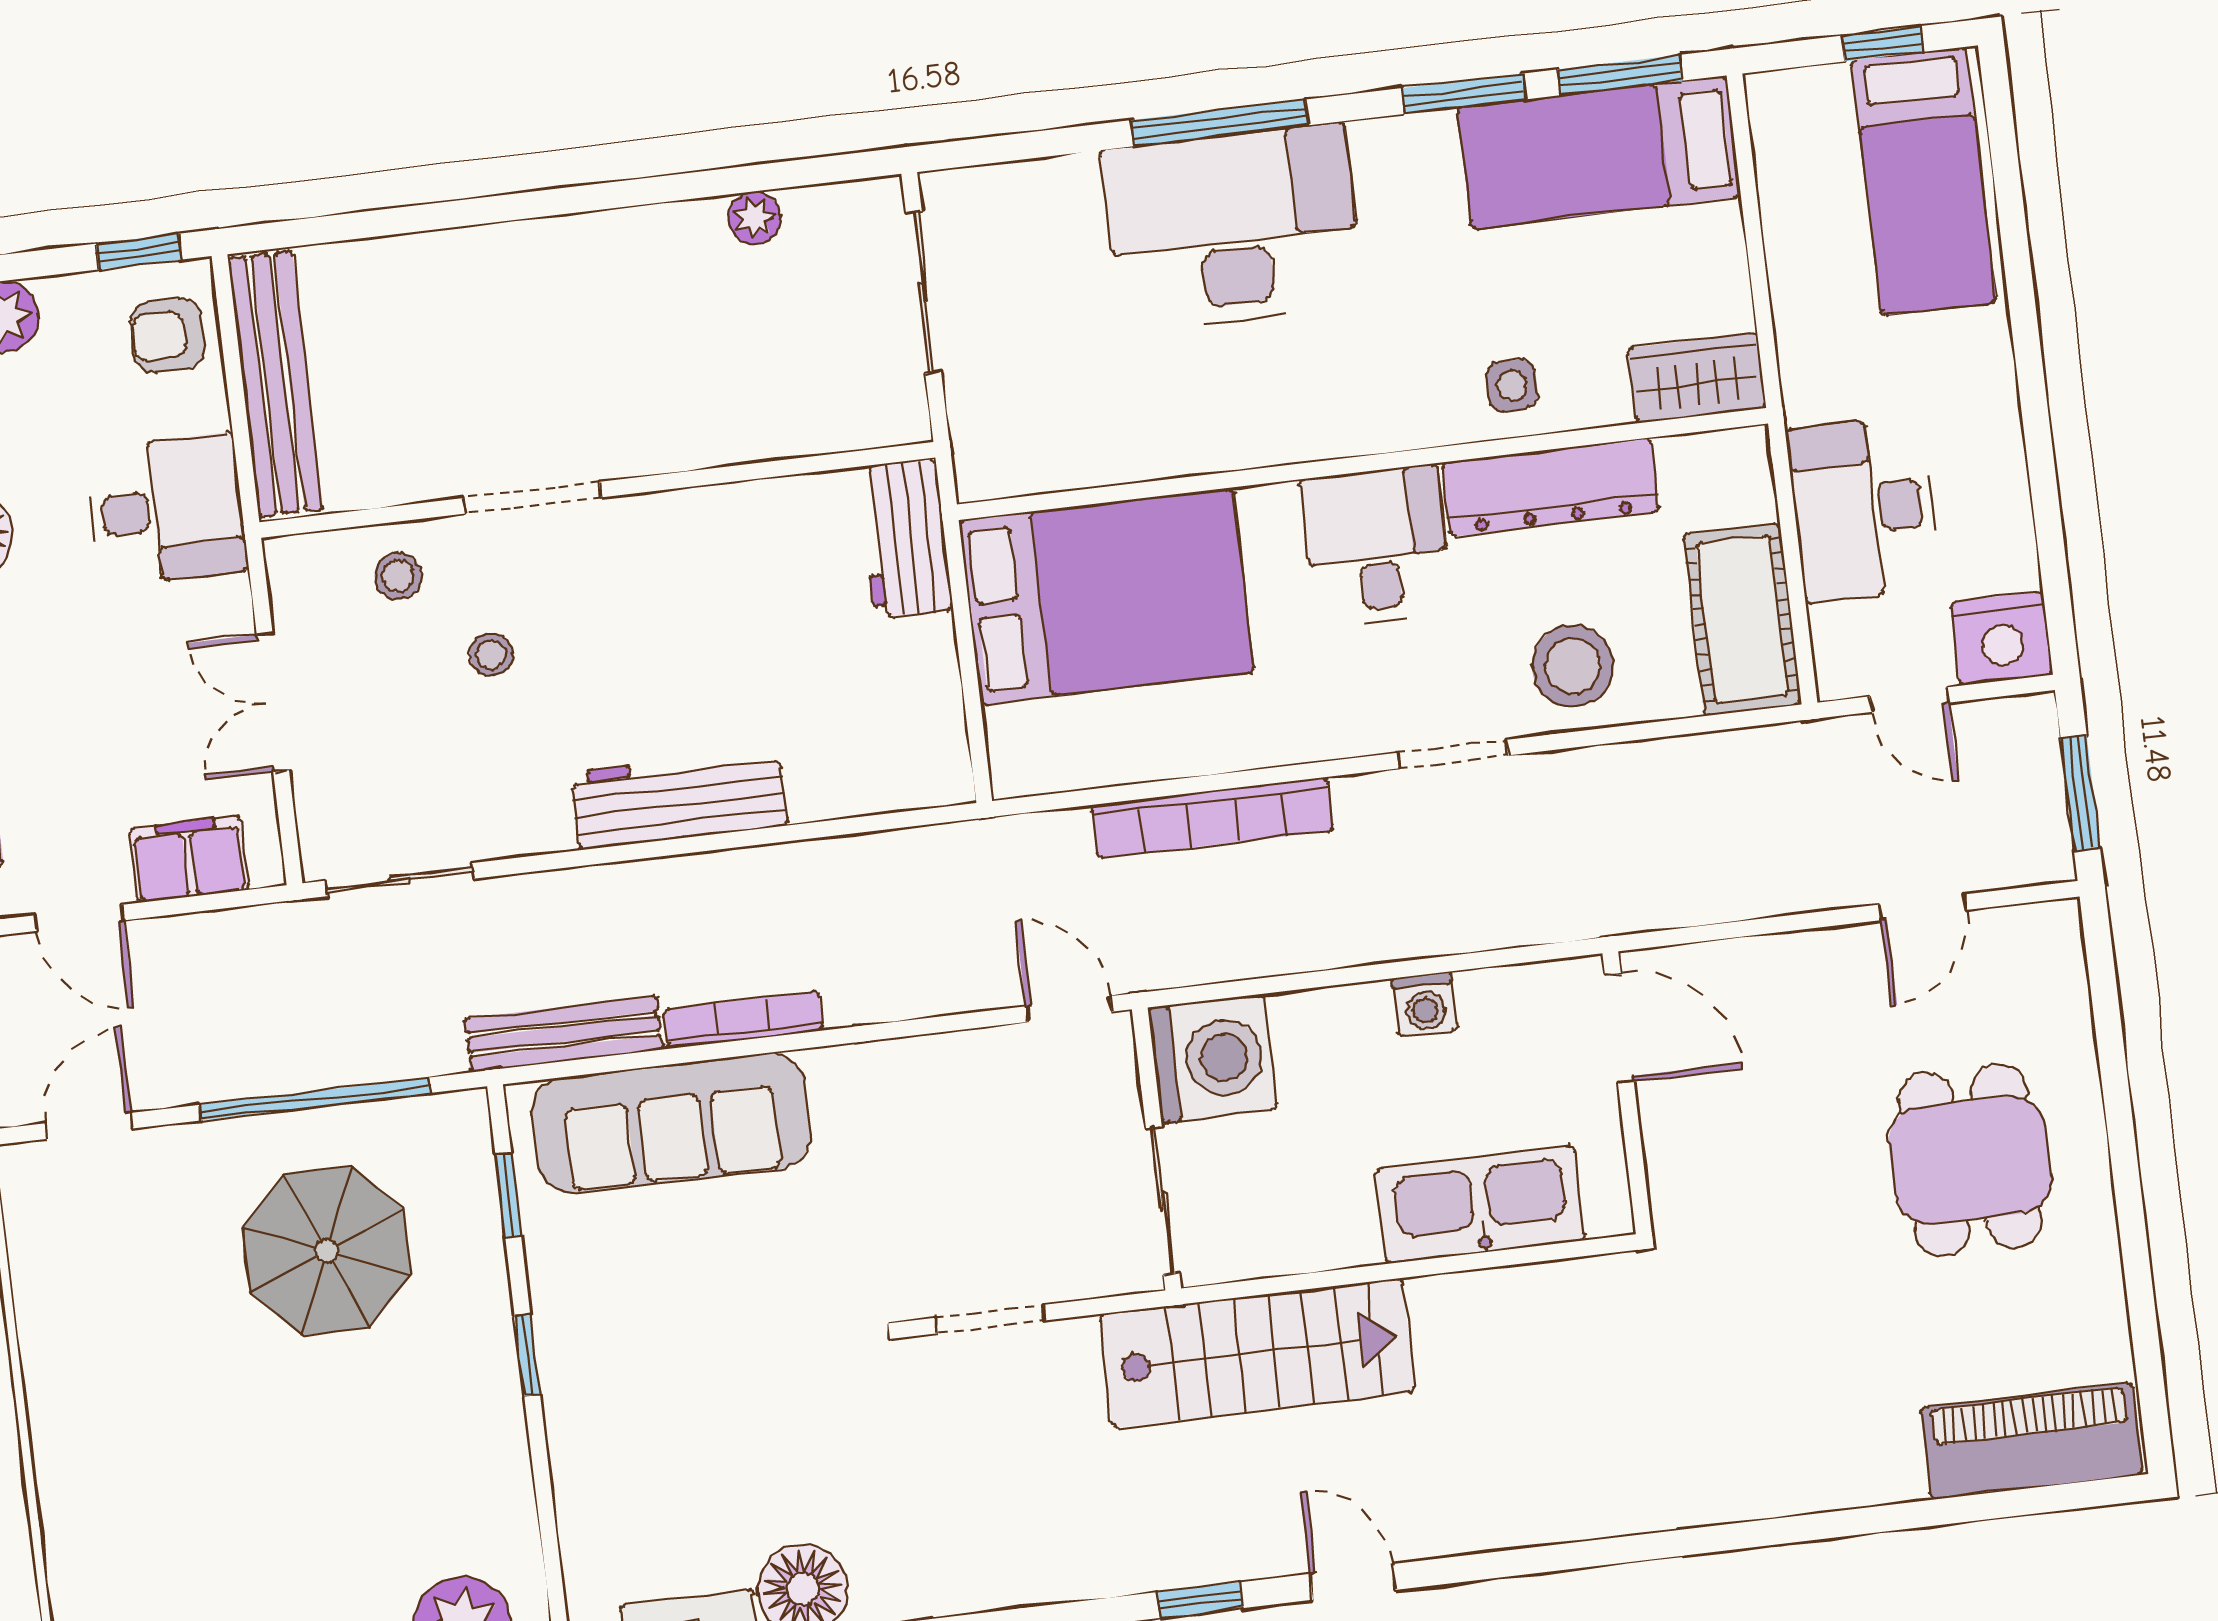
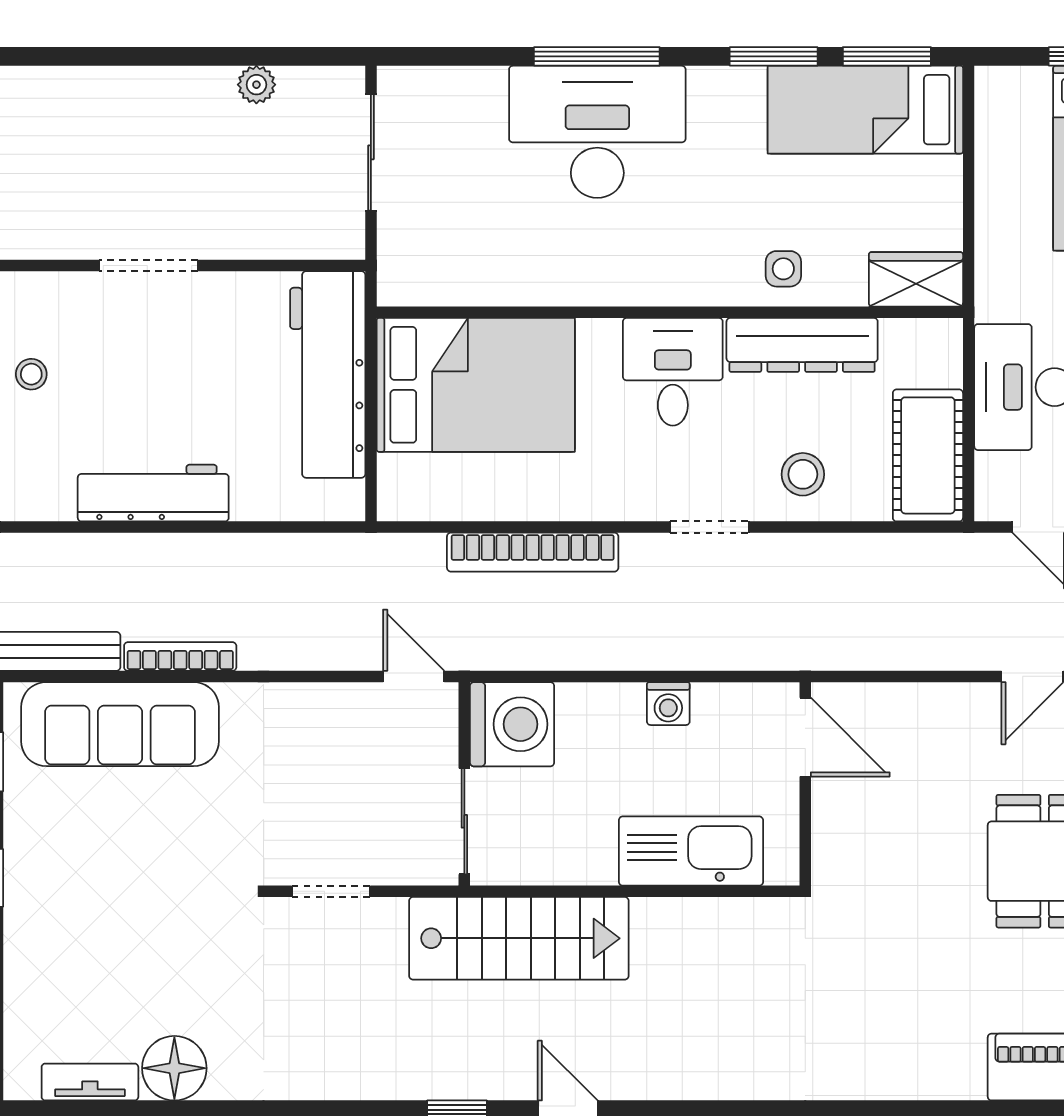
doorway: (532, 498) -> (148, 266), moved
workbench: (905, 538) -> (328, 374), width x1.88, depth x1.32
stool: (1573, 666) -> (803, 474), width x0.73, depth x0.73

